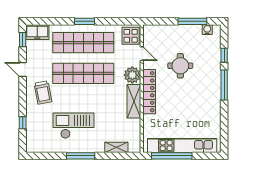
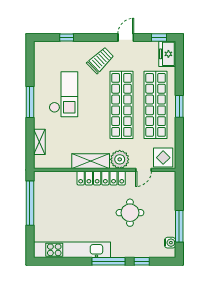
trolley: (43, 92) -> (100, 60), turned 147
kitchen unit: (182, 145) -> (72, 250), moved, turned -90

